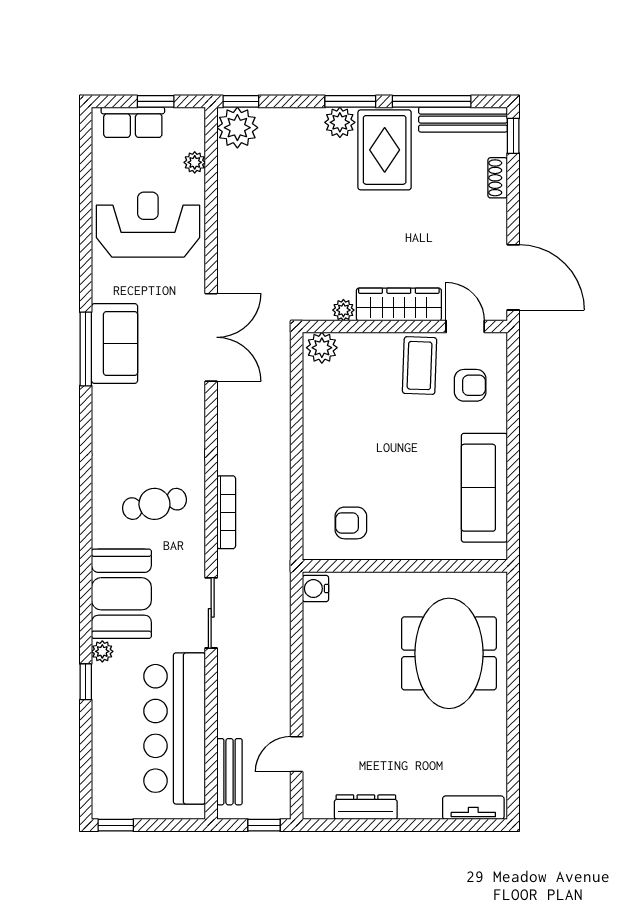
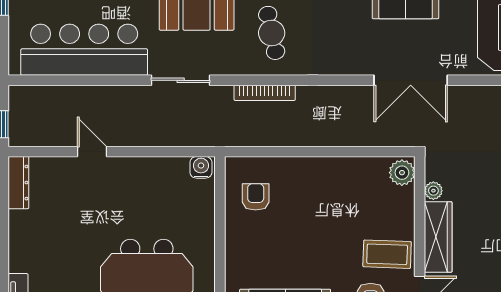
door: (297, 754) -> (92, 152), moved
bench: (230, 772) -> (48, 96), removed
dresser: (366, 807) -> (18, 183), moved

